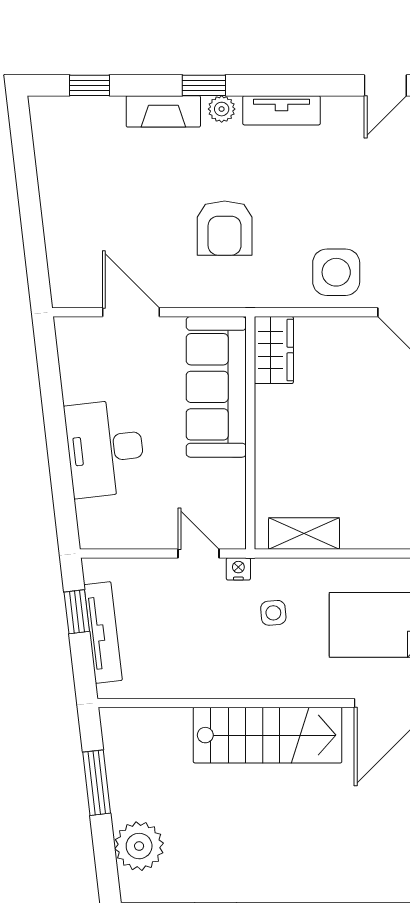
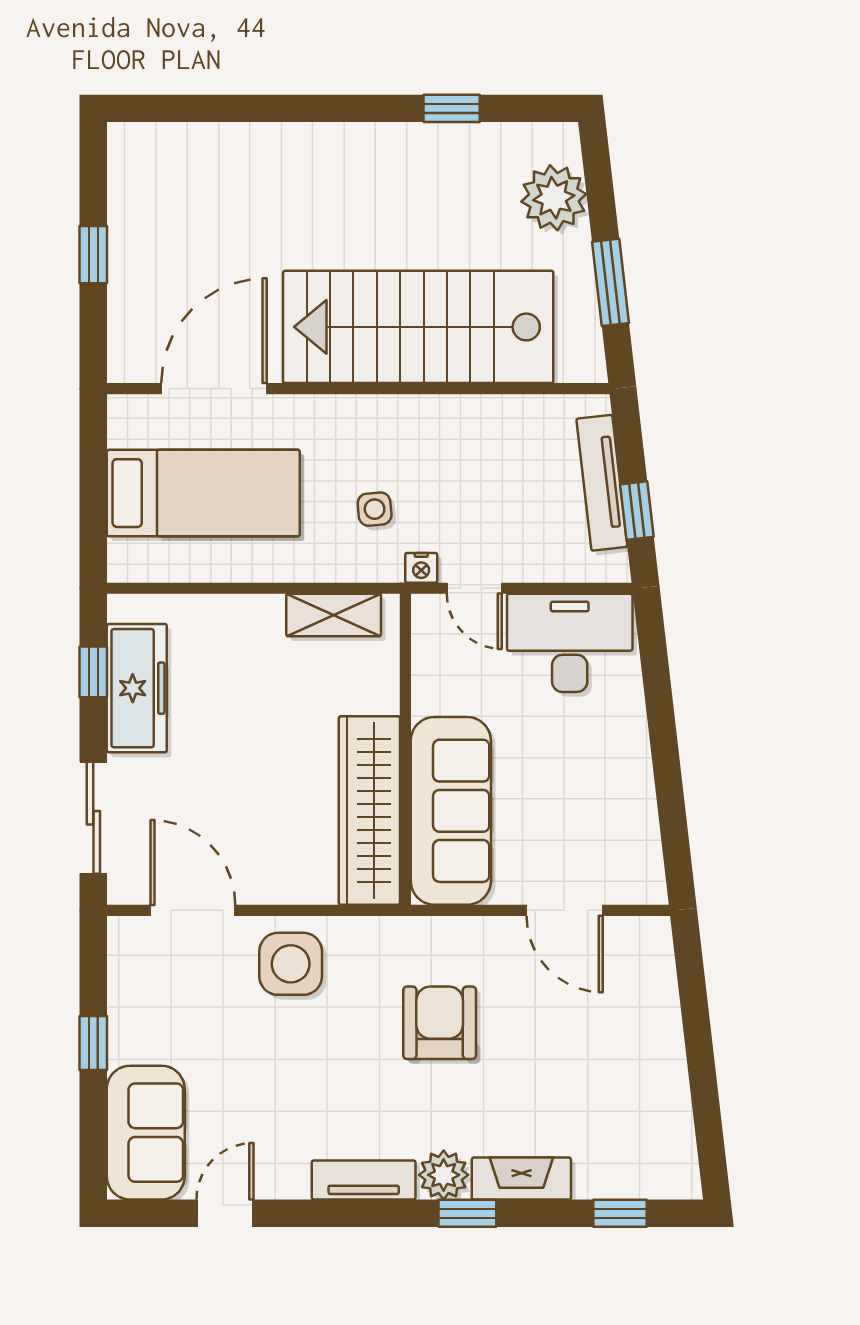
plant: (222, 109) -> (444, 1175), width x1.38, depth x1.38
wardrobe: (274, 350) -> (369, 811), width x2.10, depth x1.17
desk: (105, 448) -> (570, 643), moved, turned -83
stairs: (268, 735) -> (418, 327), width x1.36, depth x1.51

